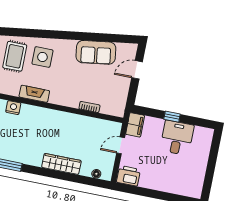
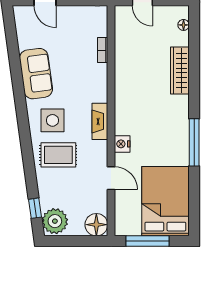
sofa: (96, 52) -> (36, 74), moved

